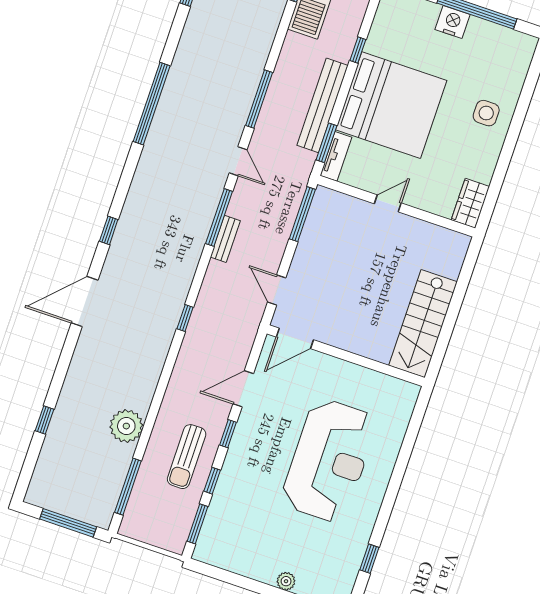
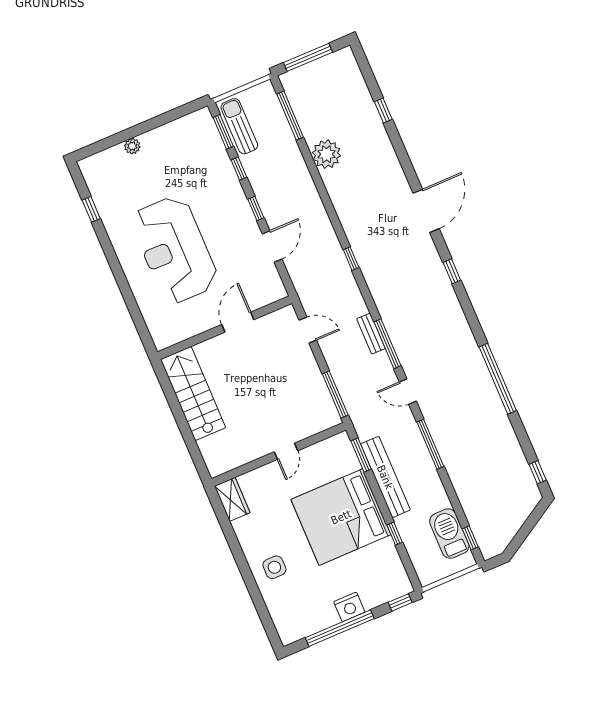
tv unit: (336, 156) -> (347, 451), removed
door: (295, 338) -> (238, 322), moved
sun lounger: (187, 457) -> (239, 126), moved

